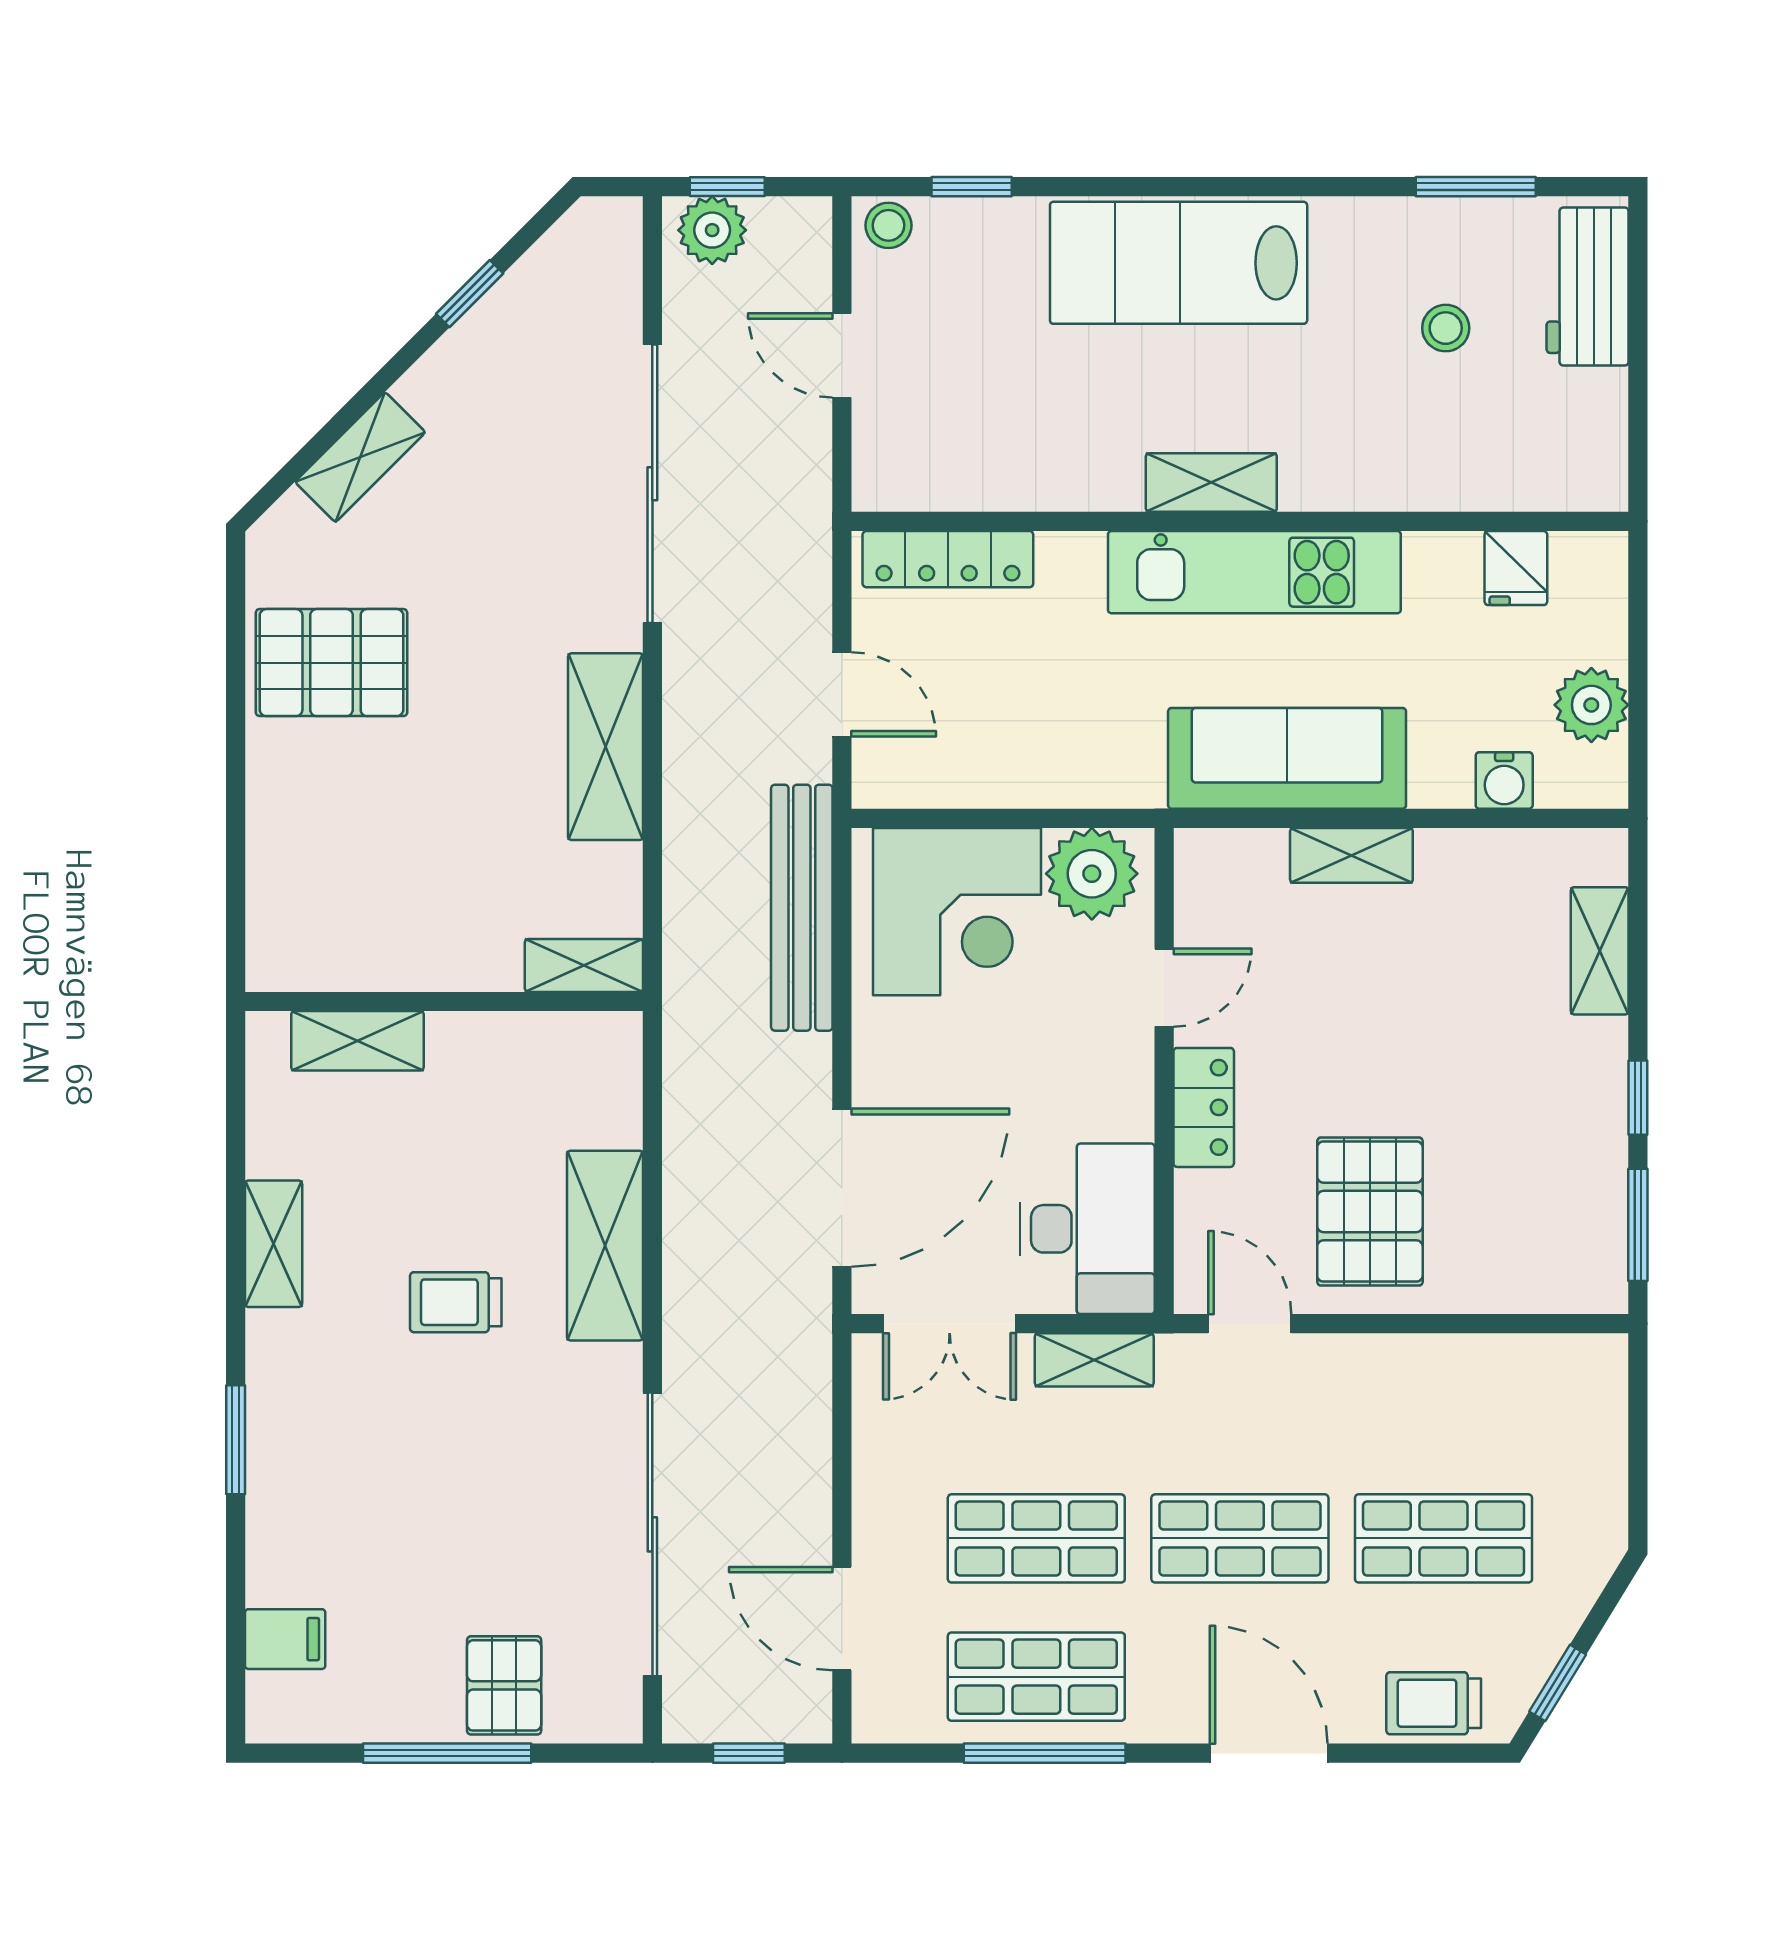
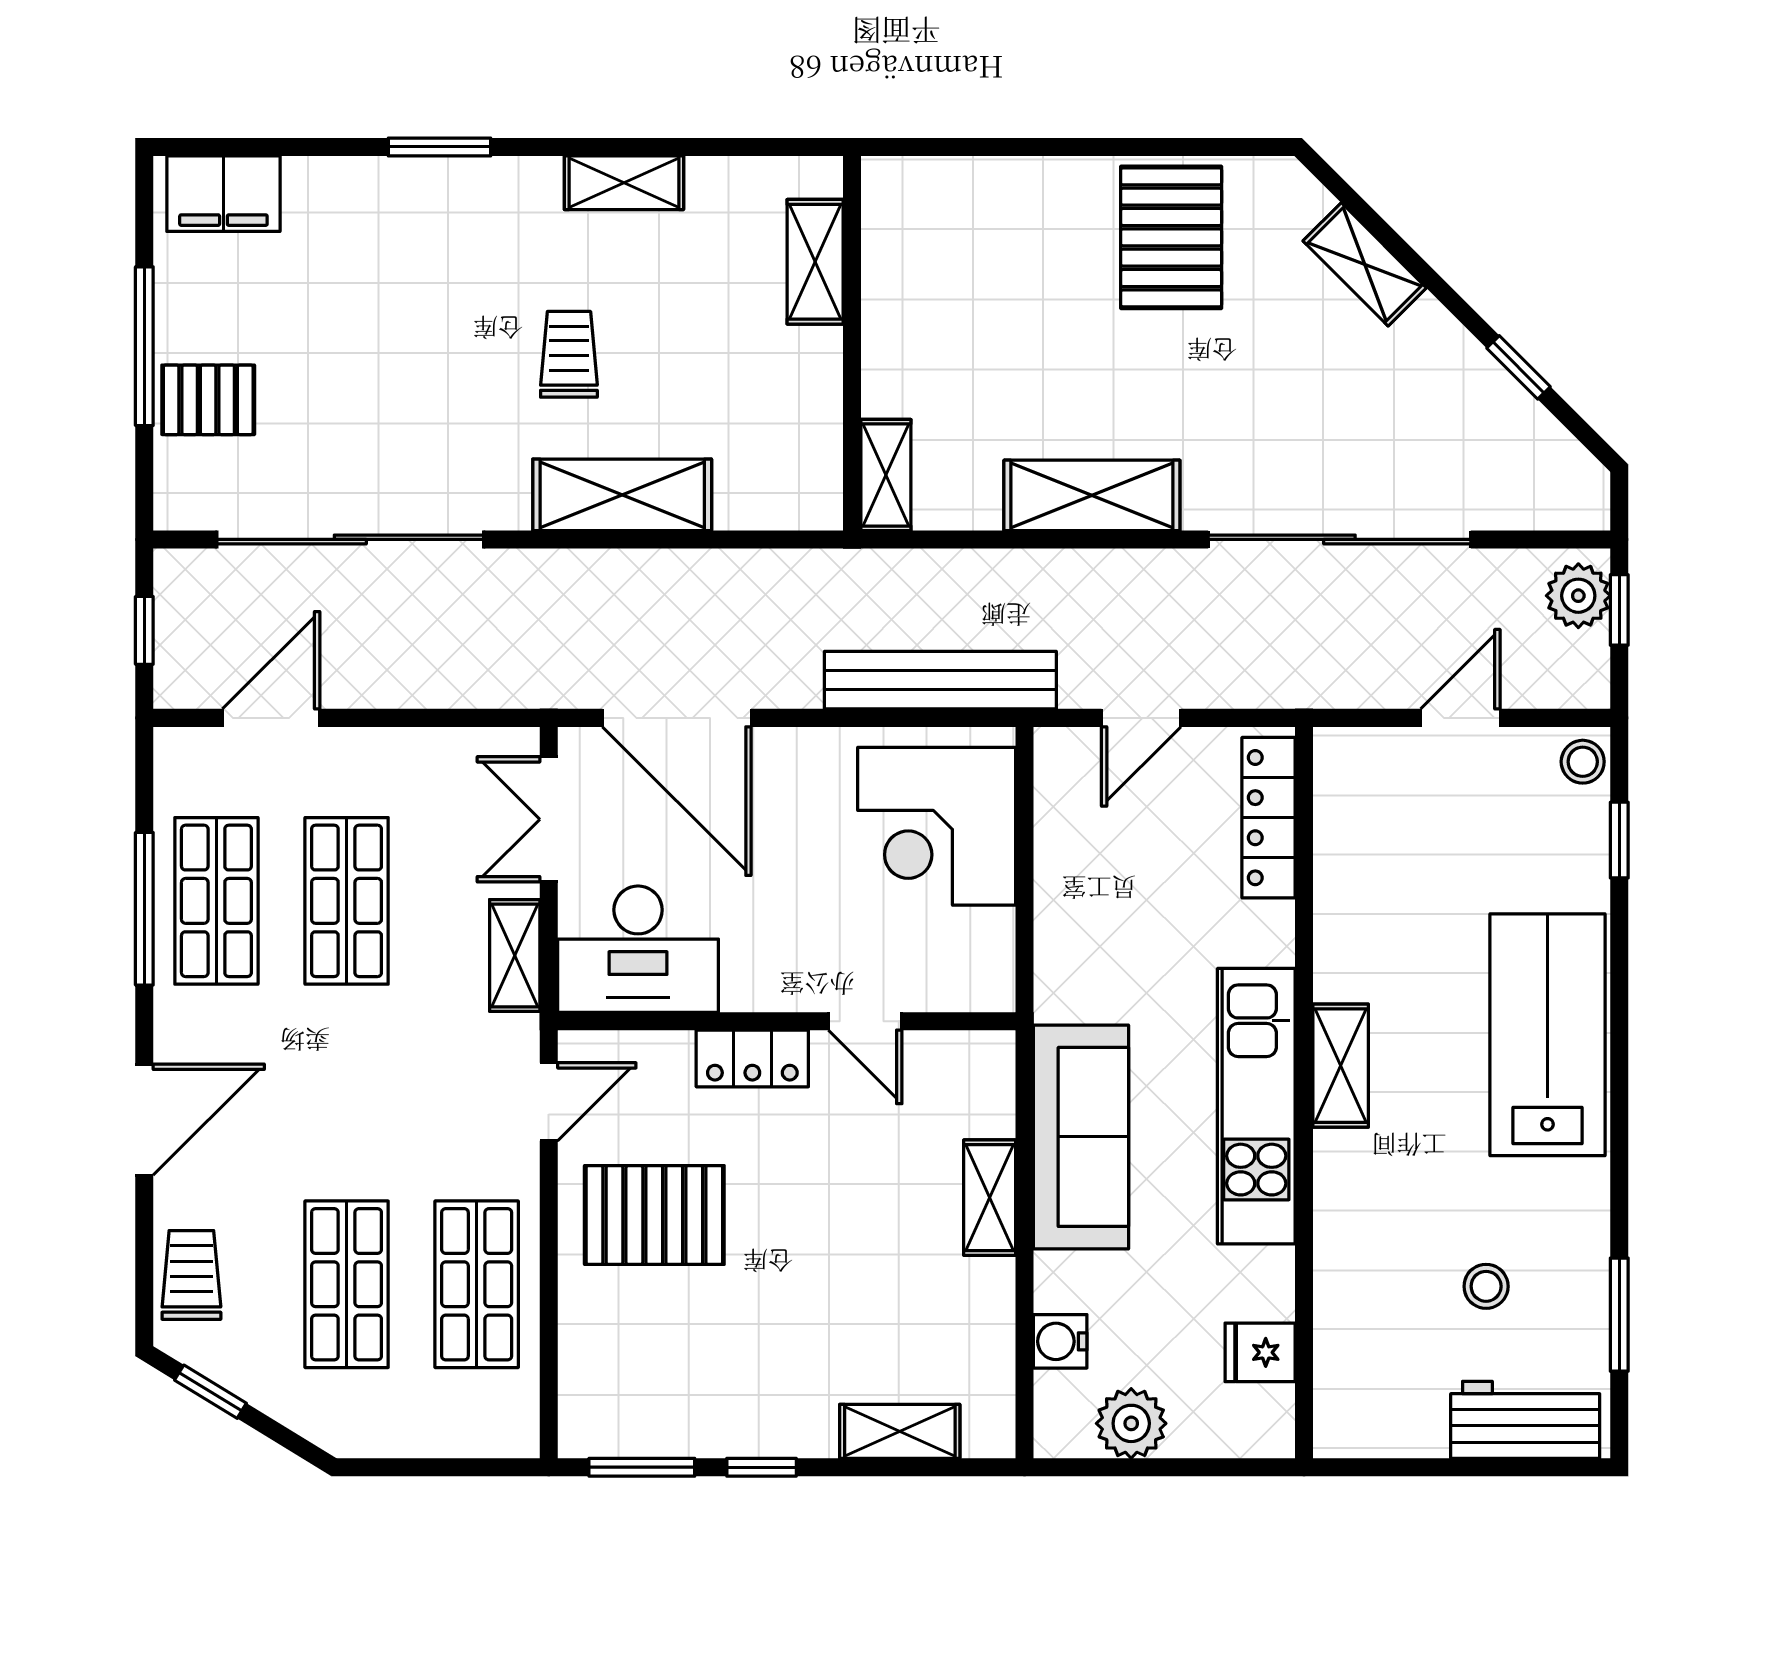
plant: (1092, 874) -> (972, 953), removed
shop shelf: (1240, 1538) -> (477, 1284), moved
filing cabinet: (285, 1639) -> (223, 194), width x2.00

